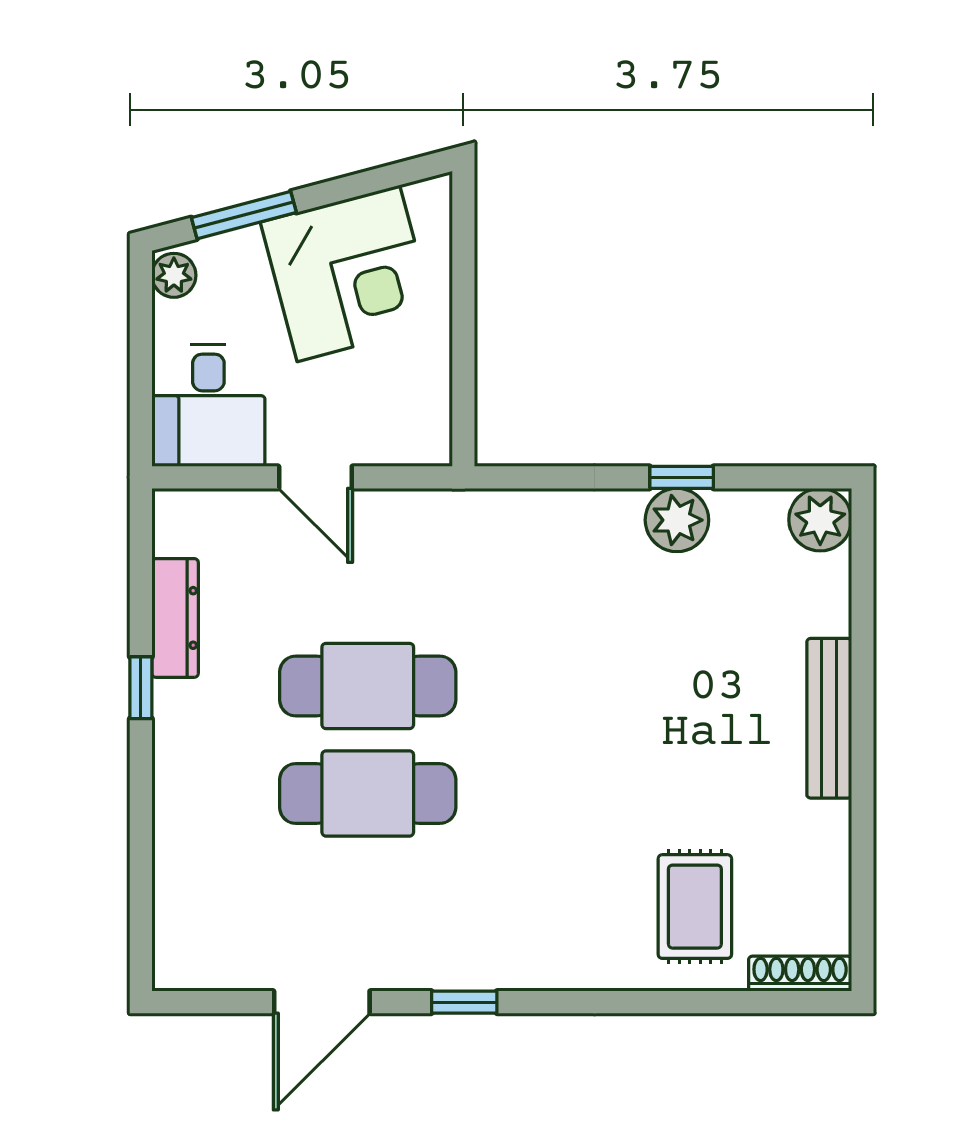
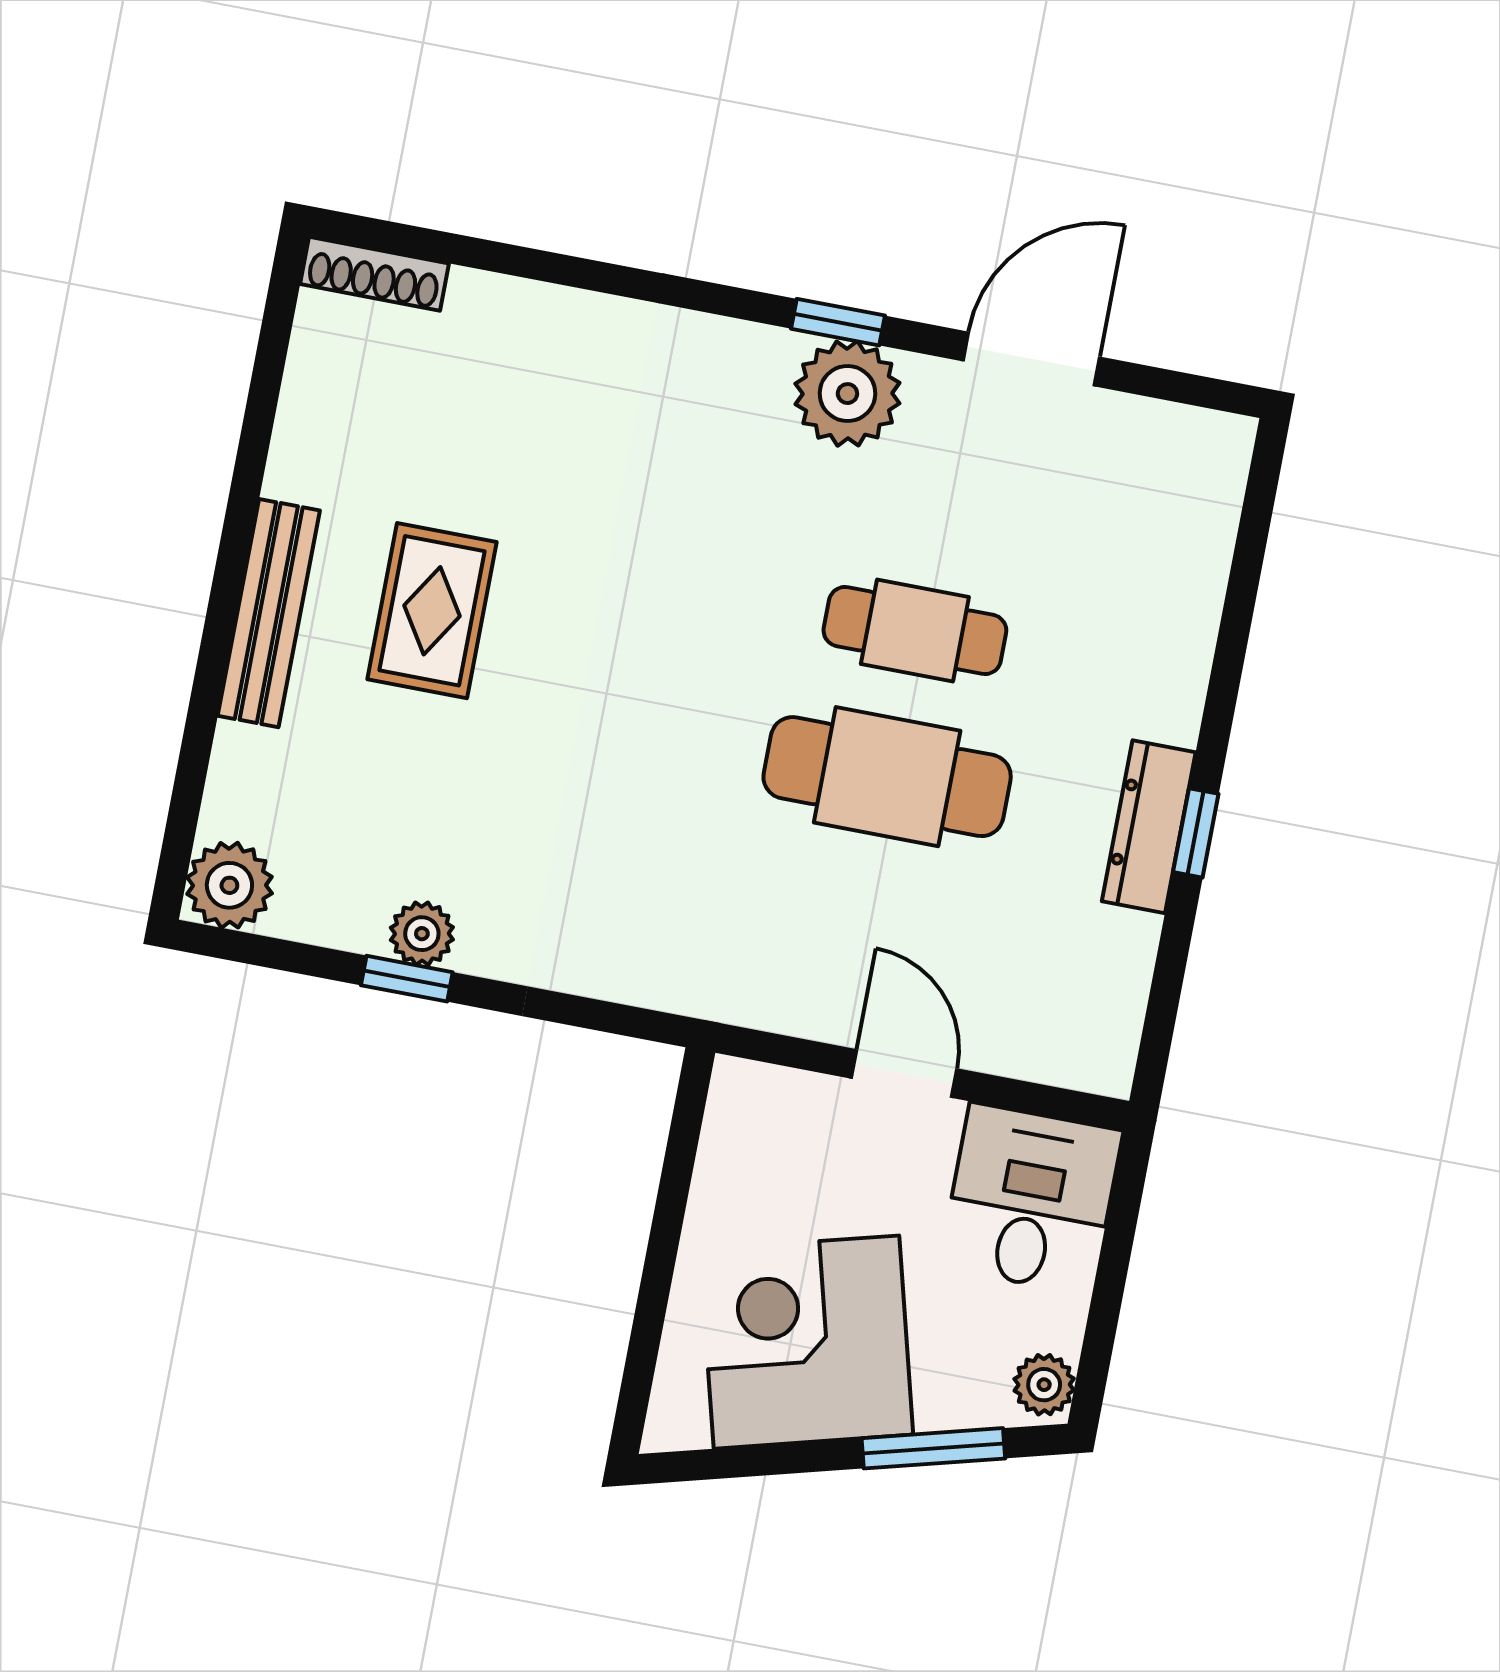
plant: (677, 520) -> (422, 934), width x0.73, depth x0.73
dresser: (175, 618) -> (1149, 827), moved
cafe table: (368, 793) -> (915, 631), width x0.73, depth x0.74
rug: (695, 907) -> (432, 611), moved
plant: (448, 953) -> (847, 394), added

